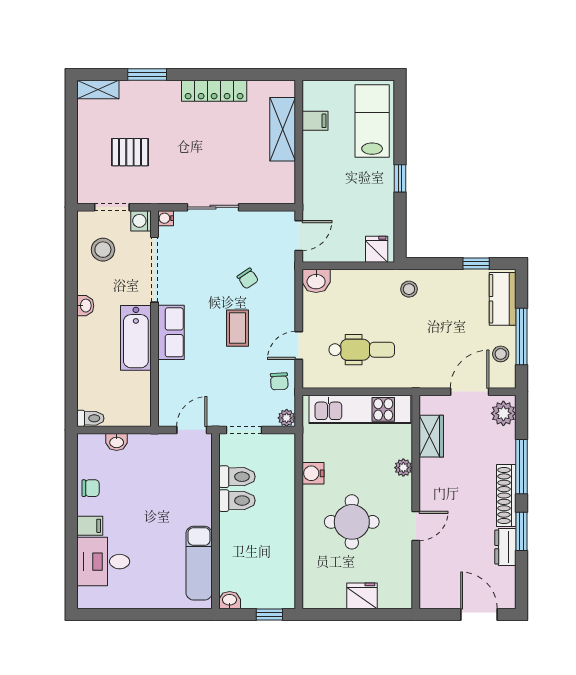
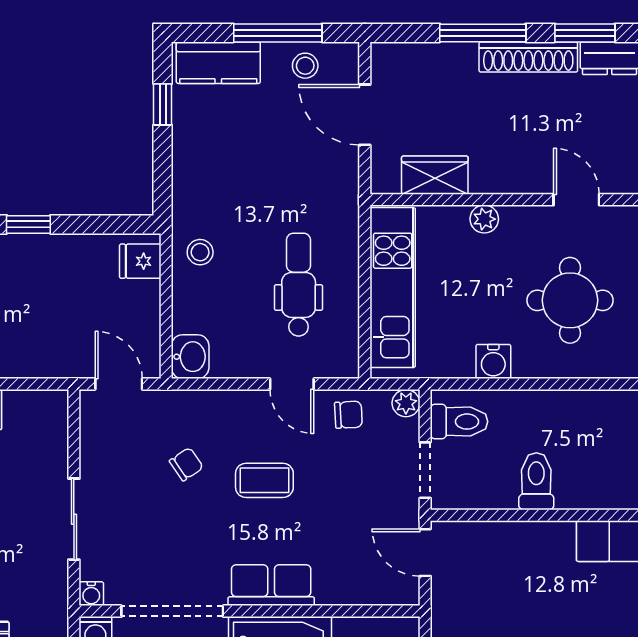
stool: (409, 289) -> (200, 252), moved
plant: (503, 413) -> (399, 61), removed
toilet: (237, 477) -> (459, 422), moved, turned 90

